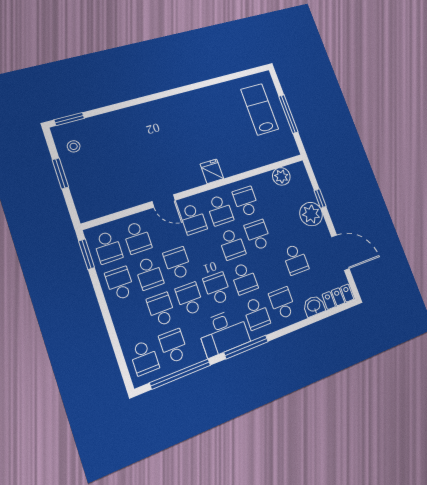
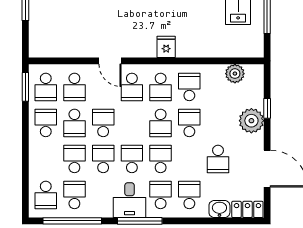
school desk: (244, 279) -> (161, 159), turned 180
school desk: (256, 313) -> (161, 195), turned 180
desk: (223, 332) -> (130, 200), width x0.73

